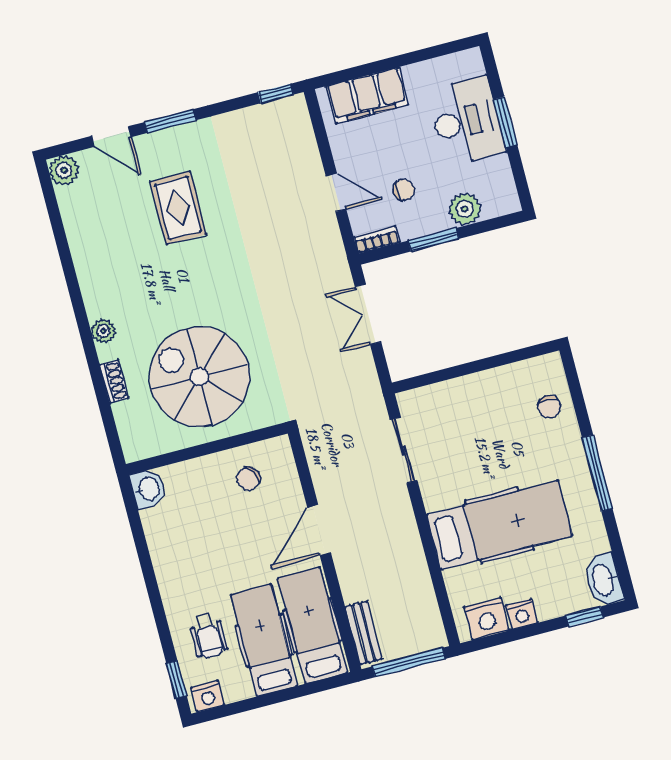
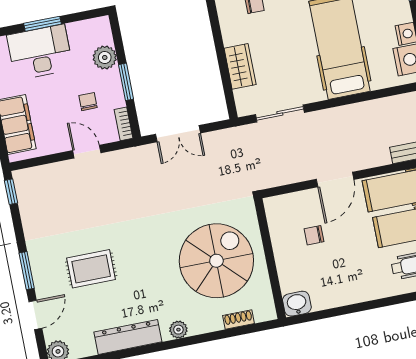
door: (336, 193) -> (87, 152), hinge flipped
dresser: (89, 263) -> (128, 337), added
spiral stairs: (199, 377) -> (216, 261), turned 180
shoe rack: (114, 381) -> (238, 319), moved
wardrobe: (464, 393) -> (240, 66), added
chair: (248, 478) -> (314, 235), moved, turned 118
door: (319, 530) -> (335, 179), hinge flipped

